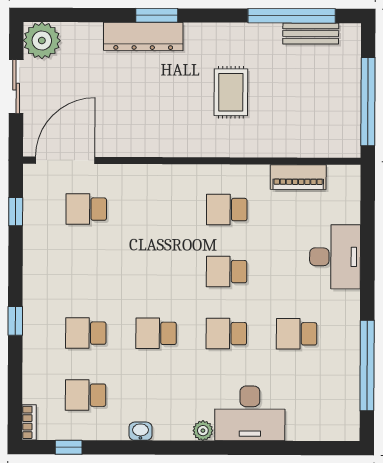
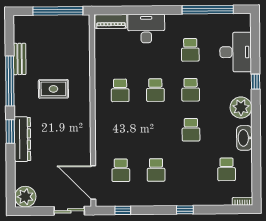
window: (292, 16) -> (10, 81), moved
bench: (311, 34) -> (20, 59), moved
sliding door: (16, 87) -> (69, 211), moved
piano: (298, 177) -> (111, 22), moved, turned 90
school desk: (86, 333) -> (156, 170), moved
desk: (250, 413) -> (236, 52), moved
washbasin: (140, 431) -> (244, 138), width x1.91, depth x1.45
plant: (203, 431) -> (241, 107), width x1.88, depth x1.88
window: (69, 447) -> (255, 82), moved

